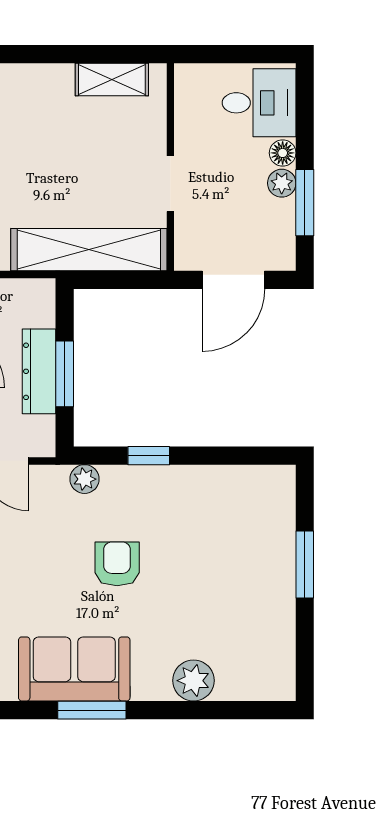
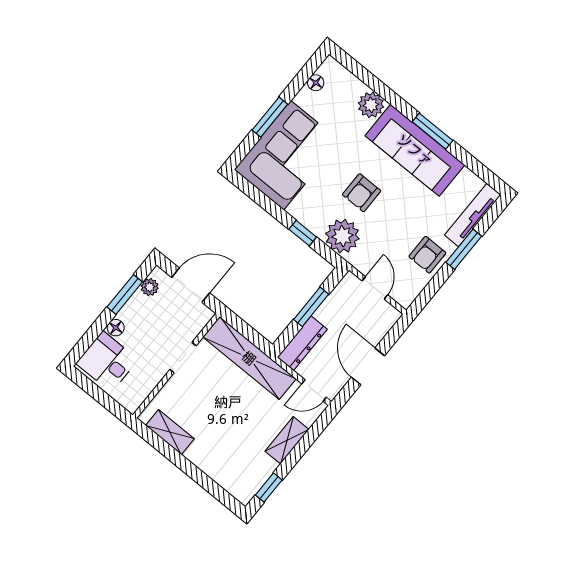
plant: (282, 183) -> (150, 287), moved
dresser: (39, 371) -> (302, 343), moved
plant: (85, 479) -> (342, 236), width x1.88, depth x1.88
corner sofa: (245, 535) -> (287, 155), added
floor lamp: (283, 652) -> (316, 83), added
sofa: (74, 669) -> (415, 150), width x1.36

